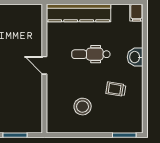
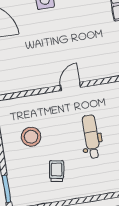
washbasin: (135, 57) -> (96, 187), removed

